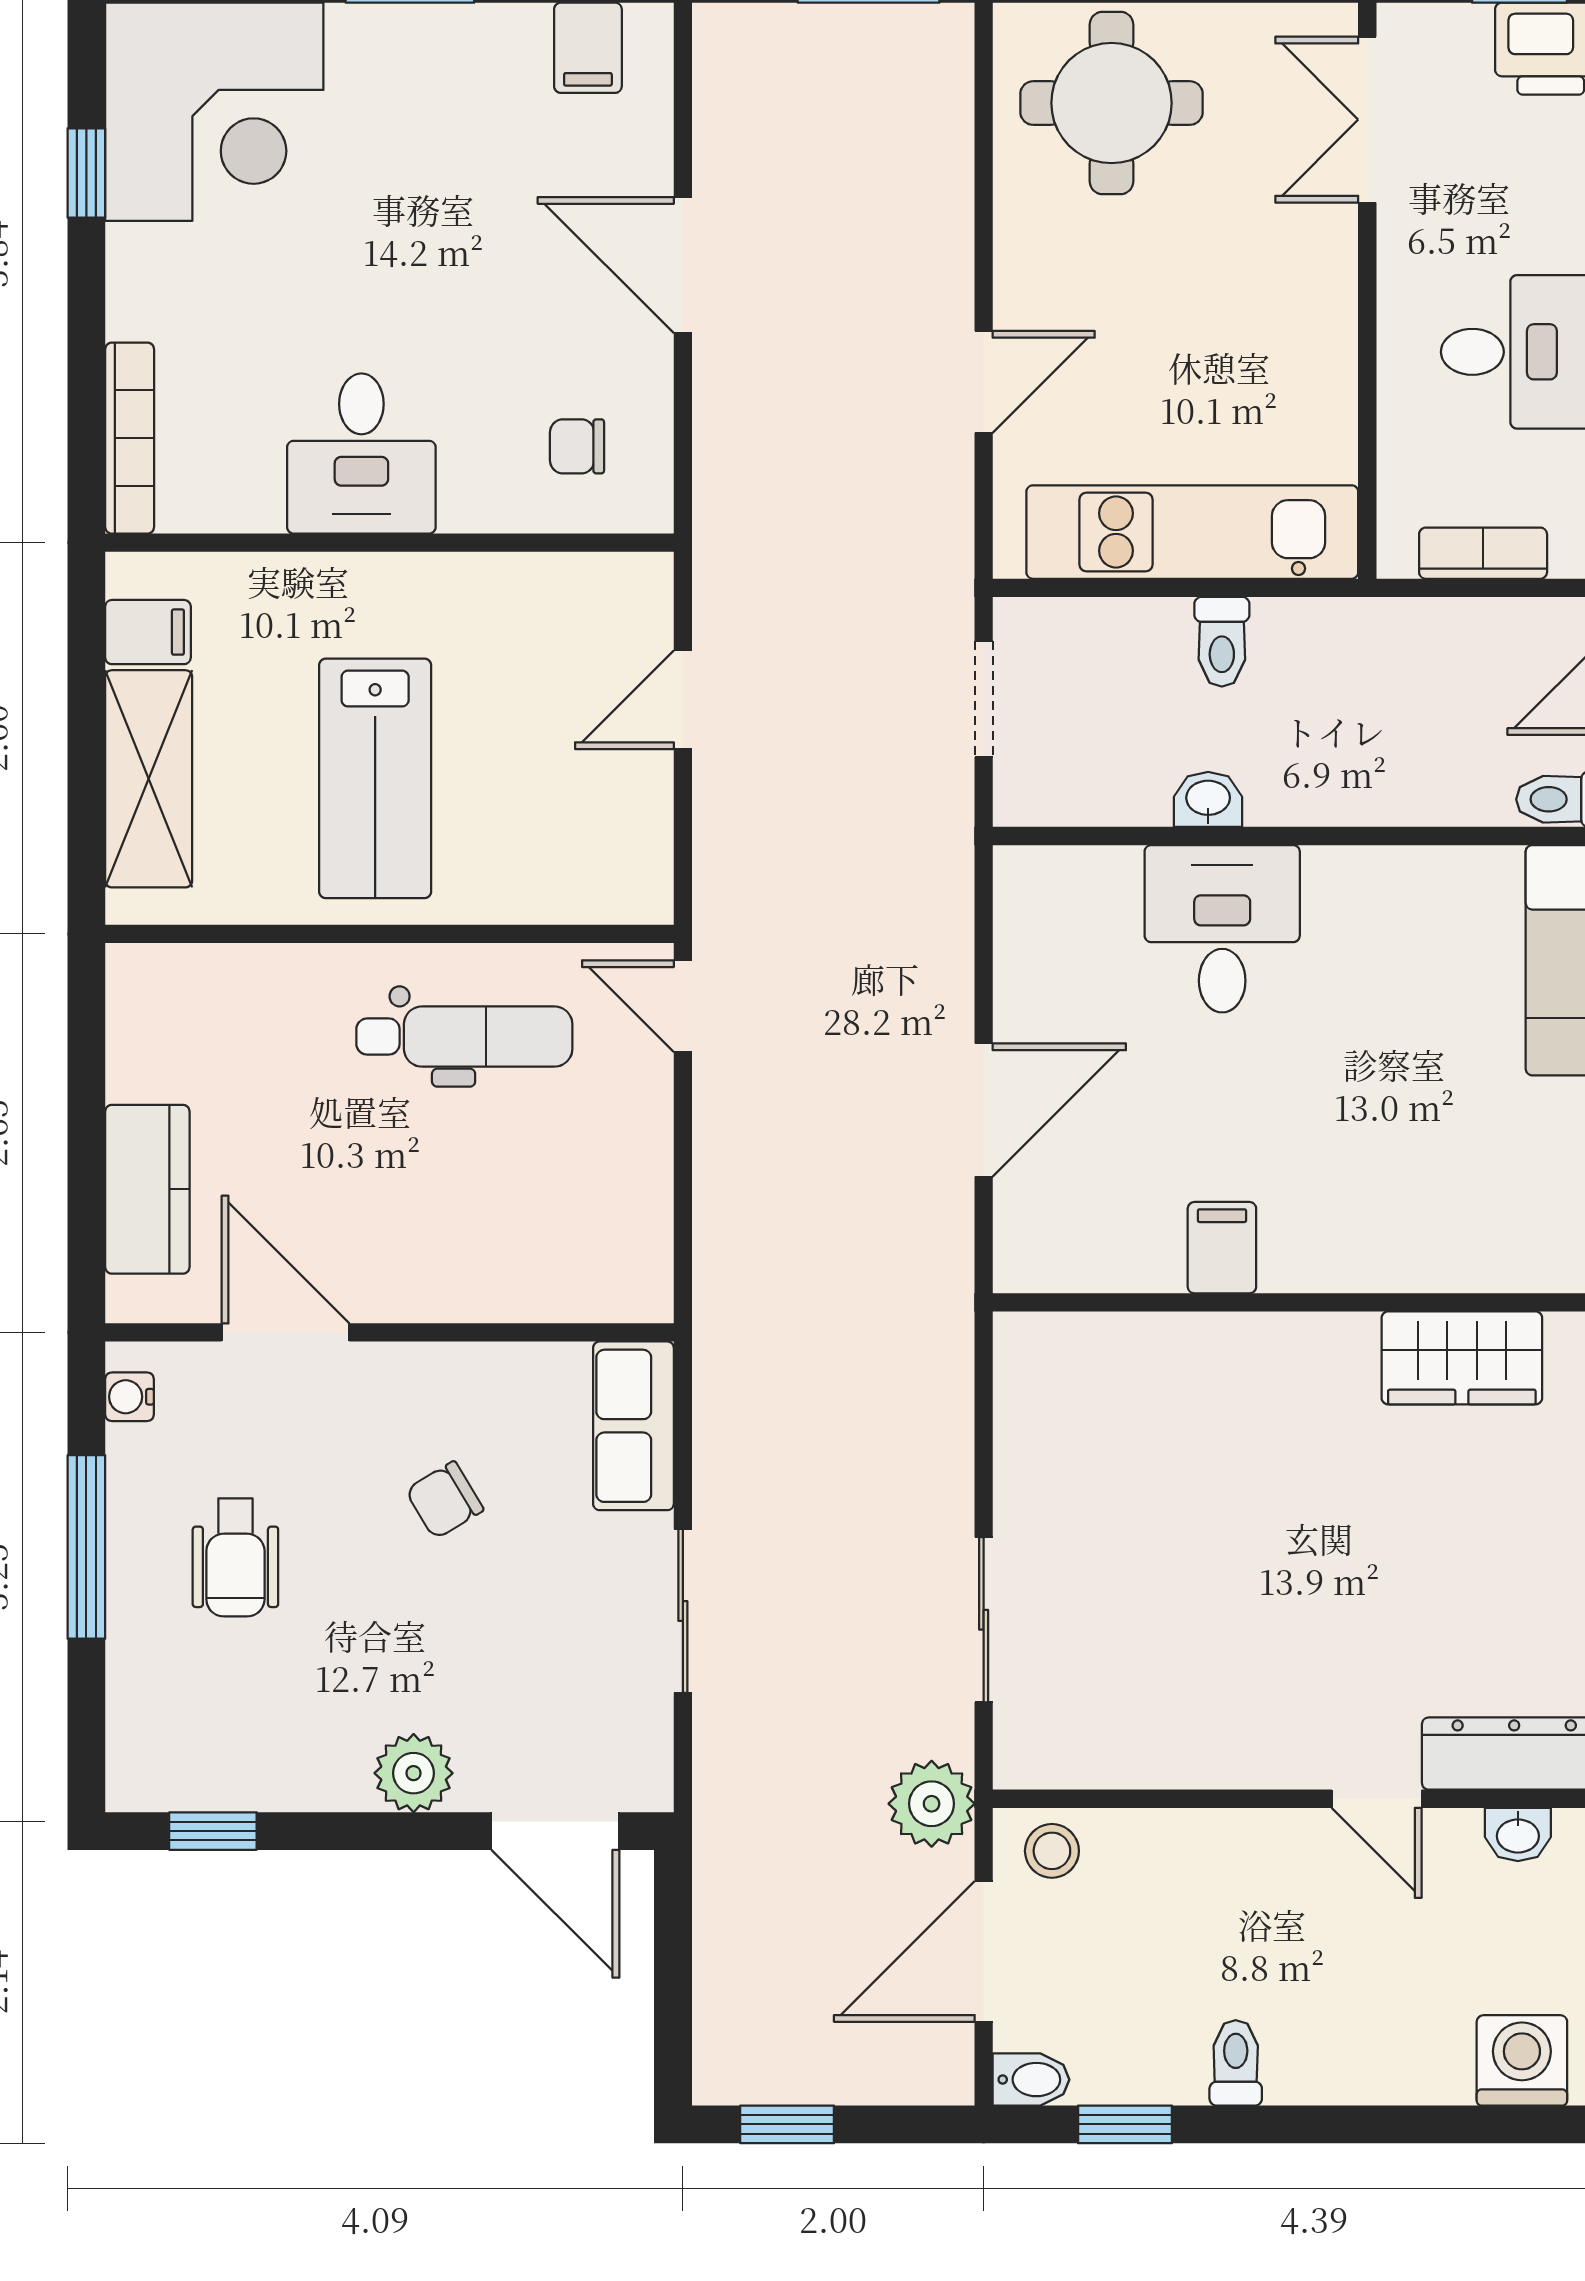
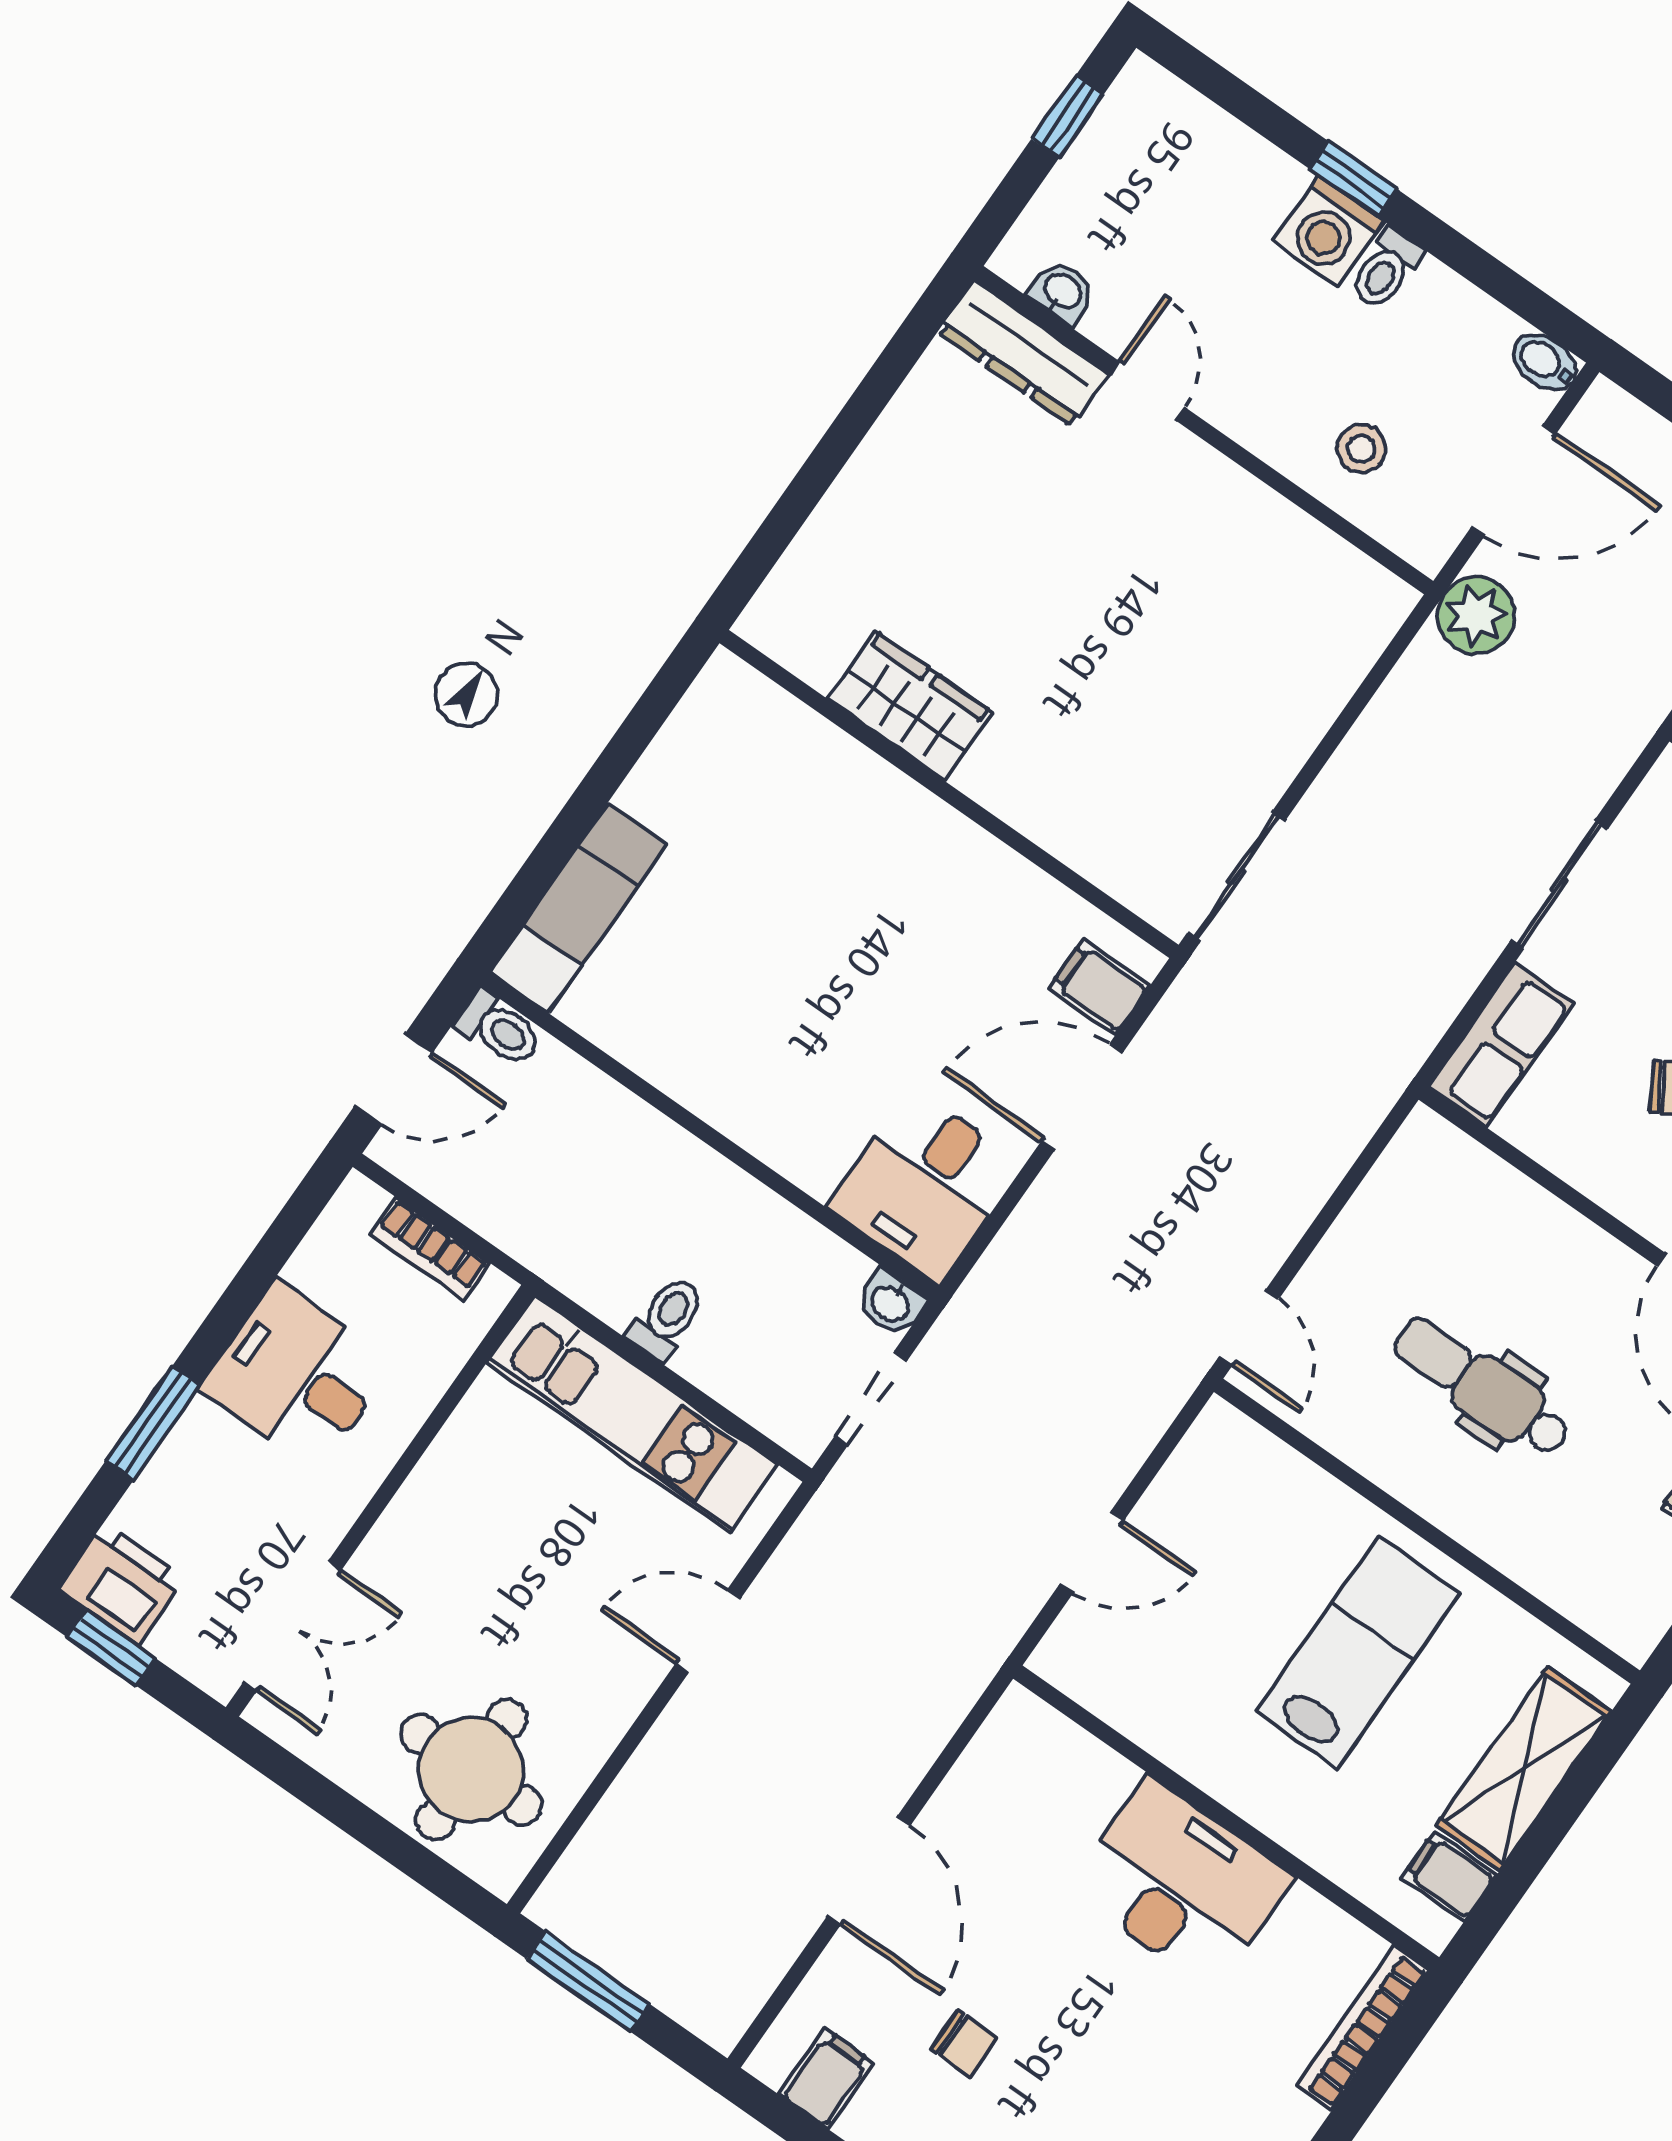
chair: (577, 446) -> (964, 2044), moved
desk: (361, 454) -> (1181, 1883), width x1.37
washbasin: (1208, 799) -> (891, 1303), moved
desk: (1222, 929) -> (925, 1185), moved
dental chair: (464, 1037) -> (1482, 1387), moved
filing cabinet: (1222, 1248) -> (1099, 987), moved, turned 90
wardrobe: (1462, 1358) -> (910, 706), moved
sliding door: (984, 1620) -> (1236, 877), moved
stool: (1052, 1851) -> (1361, 449), moved
washing machine: (1522, 2060) -> (1328, 231), moved
window: (1125, 2124) -> (1353, 179), moved

